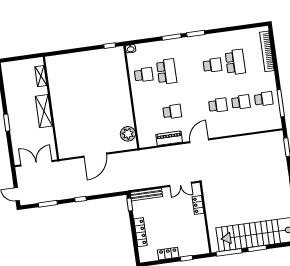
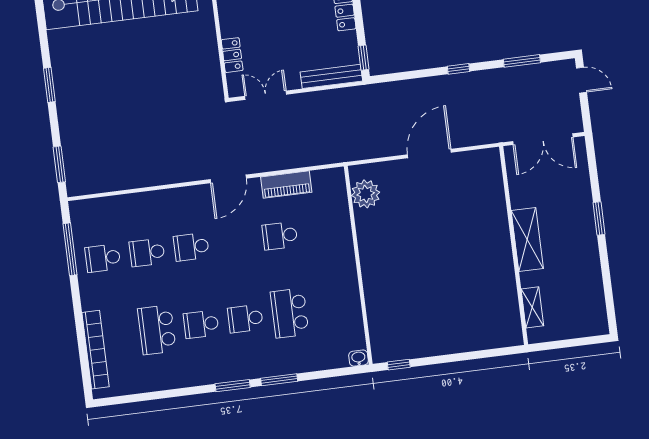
school desk: (144, 75) -> (245, 319), moved

